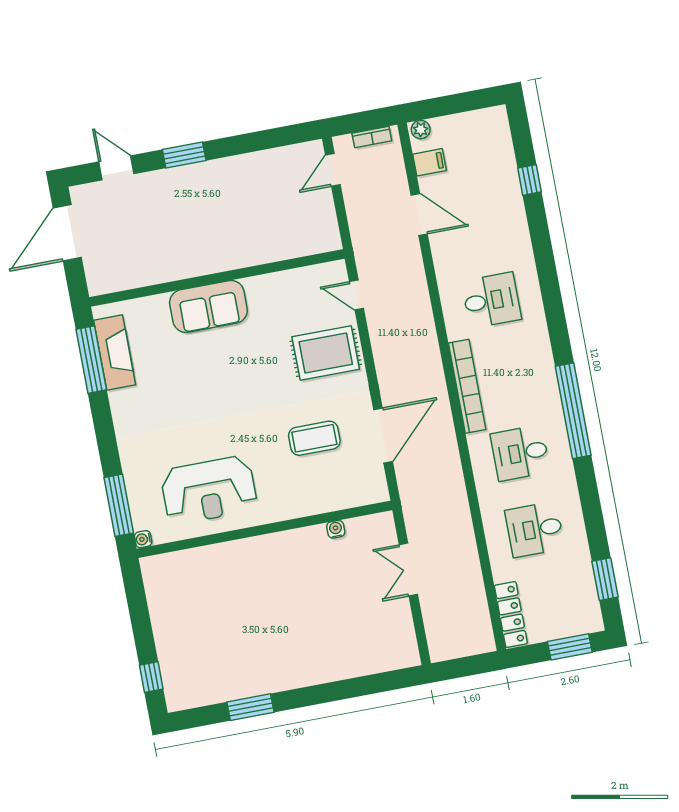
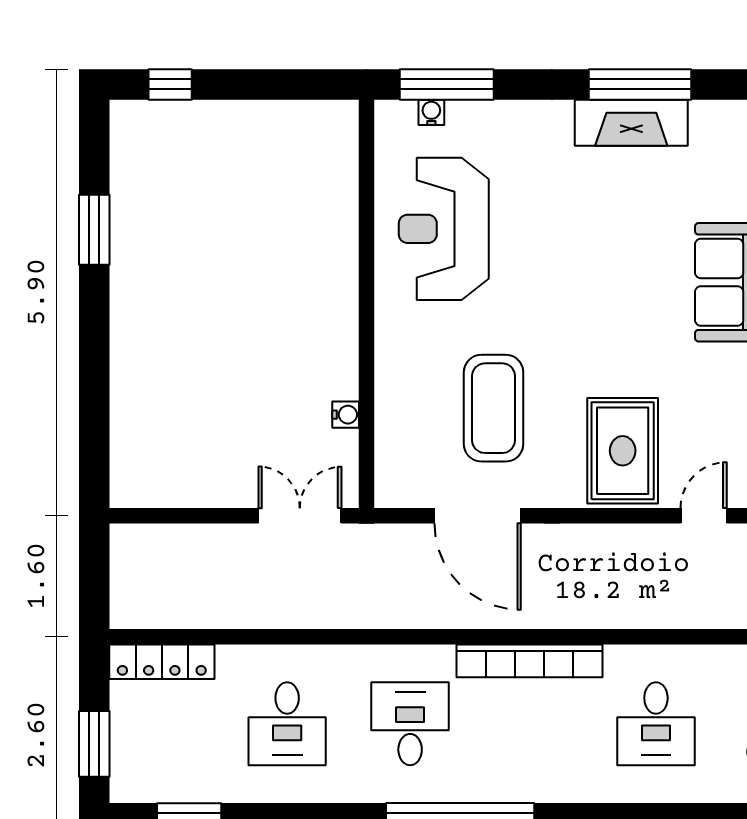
fireplace: (115, 352) -> (631, 123), moved
window: (91, 360) -> (640, 84), moved
coffee table: (314, 438) -> (494, 408), width x1.36, depth x1.32
desk: (535, 529) -> (287, 724), turned 180
water cooler: (143, 539) -> (431, 112), moved
double door: (408, 570) -> (300, 516), moved

